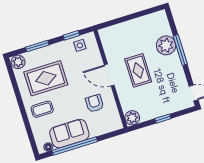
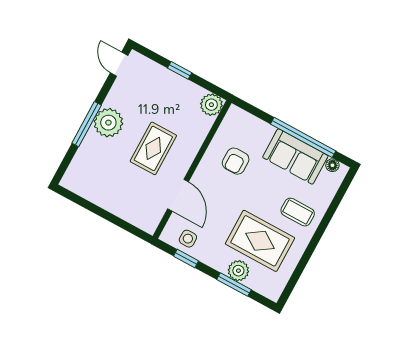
plant: (166, 45) -> (108, 123), moved
plant: (18, 62) -> (238, 271), moved
door: (109, 75) -> (178, 195), moved

